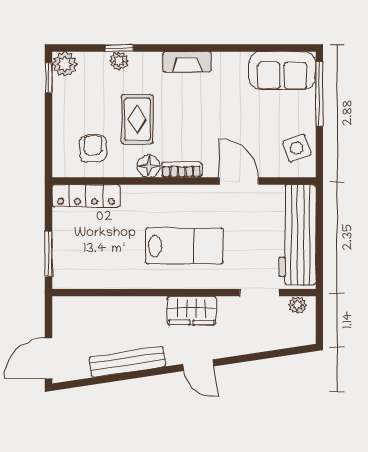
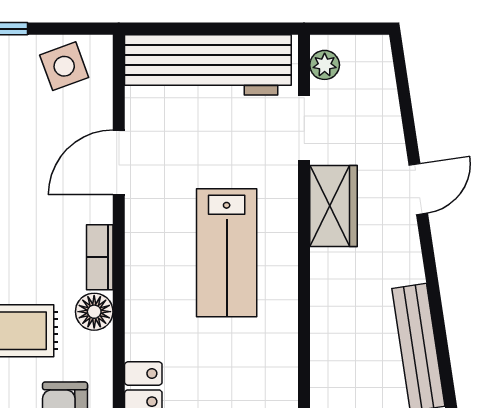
lab bench: (184, 246) -> (227, 253), turned 180
wardrobe: (192, 310) -> (334, 206), moved
door: (198, 365) -> (418, 189), moved

